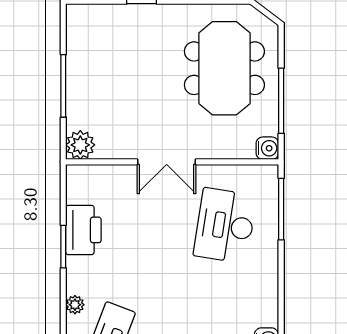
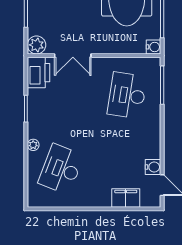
double door: (167, 162) -> (73, 56), moved
printer: (83, 230) -> (38, 73), moved

